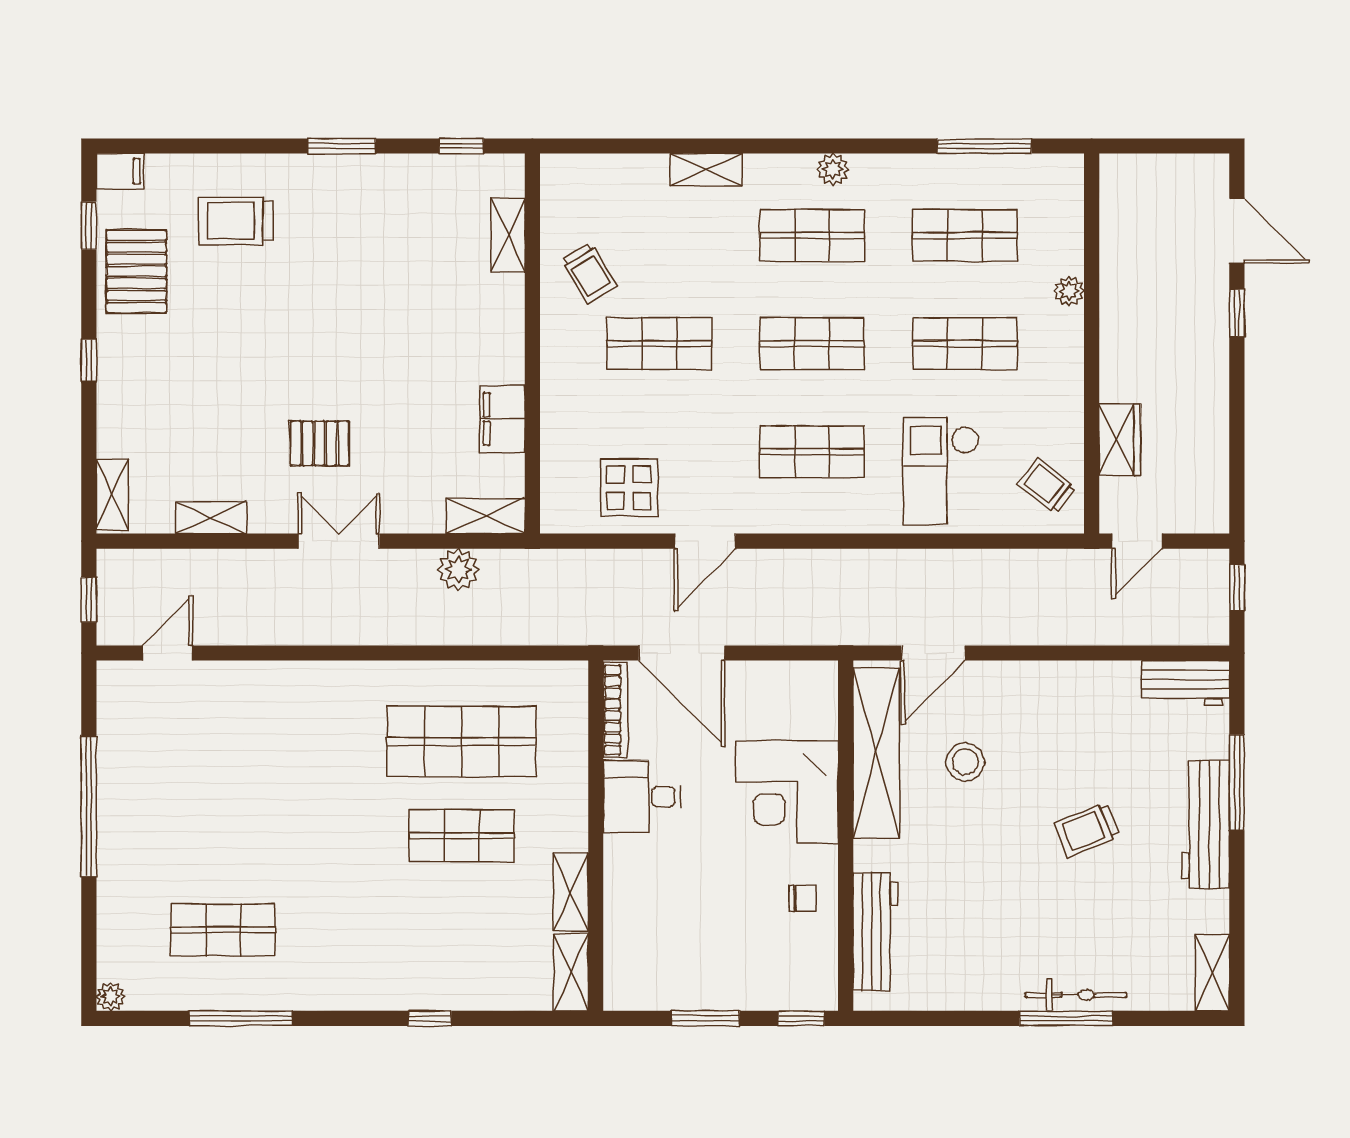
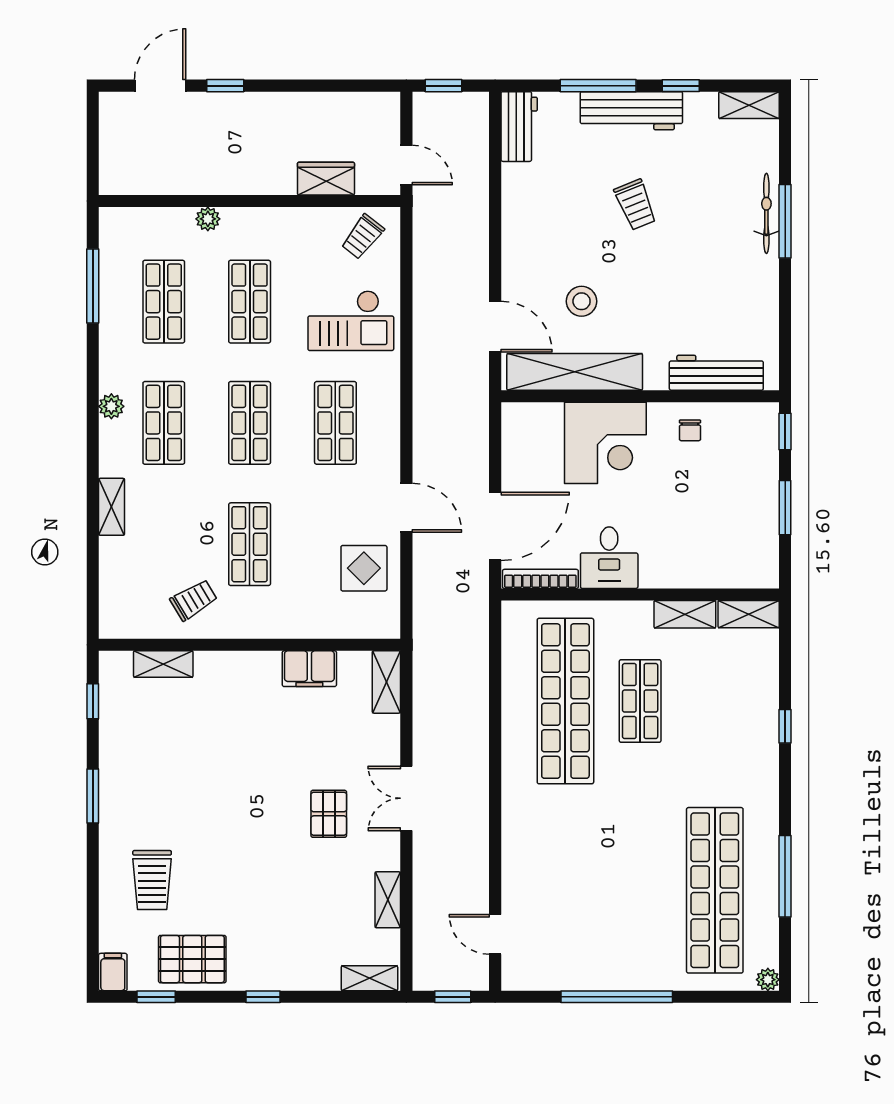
plant: (458, 570) -> (429, 704), removed
shop shelf: (462, 742) -> (565, 701), width x1.40
window: (1237, 887) -> (681, 86), added
chair: (803, 899) -> (690, 430), turned 180
shop shelf: (223, 930) -> (715, 890), width x2.00, depth x1.36

